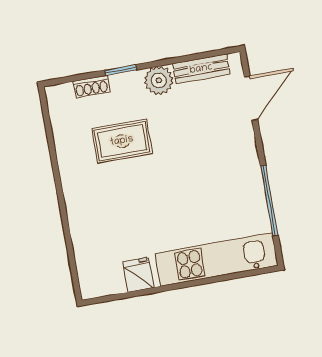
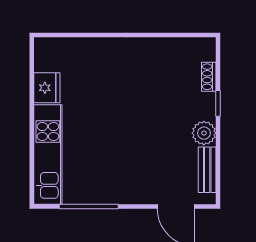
rug: (122, 141) -> (159, 94), removed
fridge: (138, 275) -> (47, 88), width x1.38

